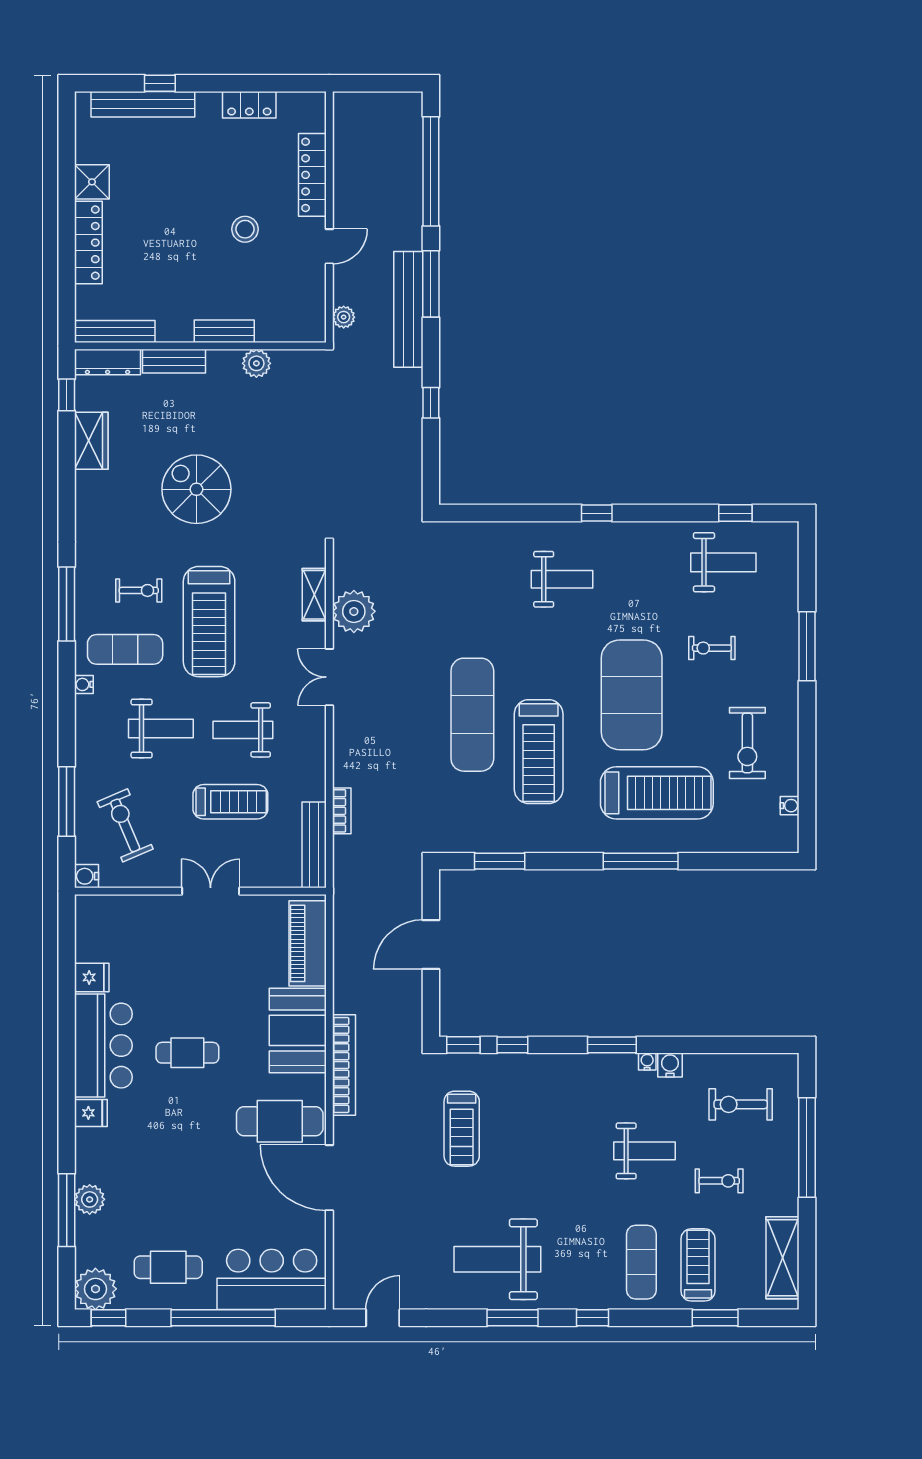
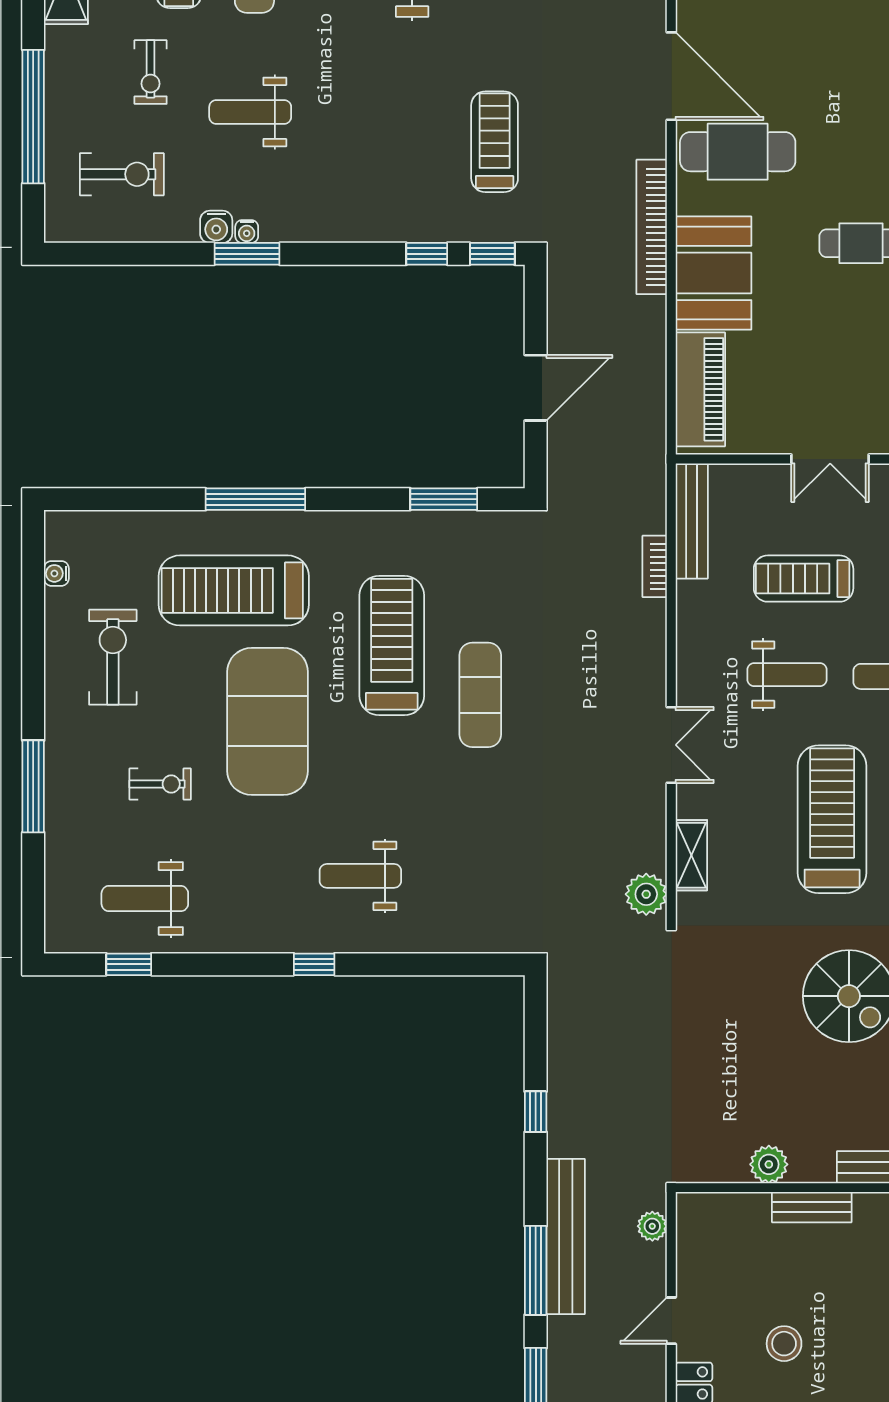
plant: (354, 611) -> (646, 894), moved, width x0.73, depth x0.73
exercise mat: (472, 715) -> (480, 695), width x0.73, depth x0.69
window: (612, 1045) -> (247, 254), moved
exercise bike: (719, 1181) -> (151, 72), turned -90

